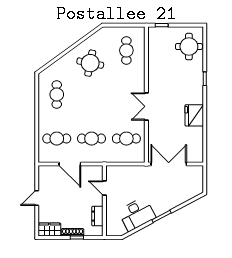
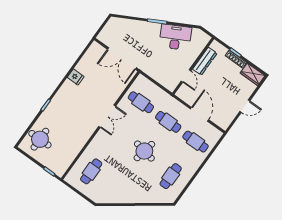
round table: (90, 63) -> (144, 151), moved
fridge: (194, 115) -> (76, 77), width x0.53, depth x0.75
dresser: (97, 216) -> (205, 61), width x1.44

